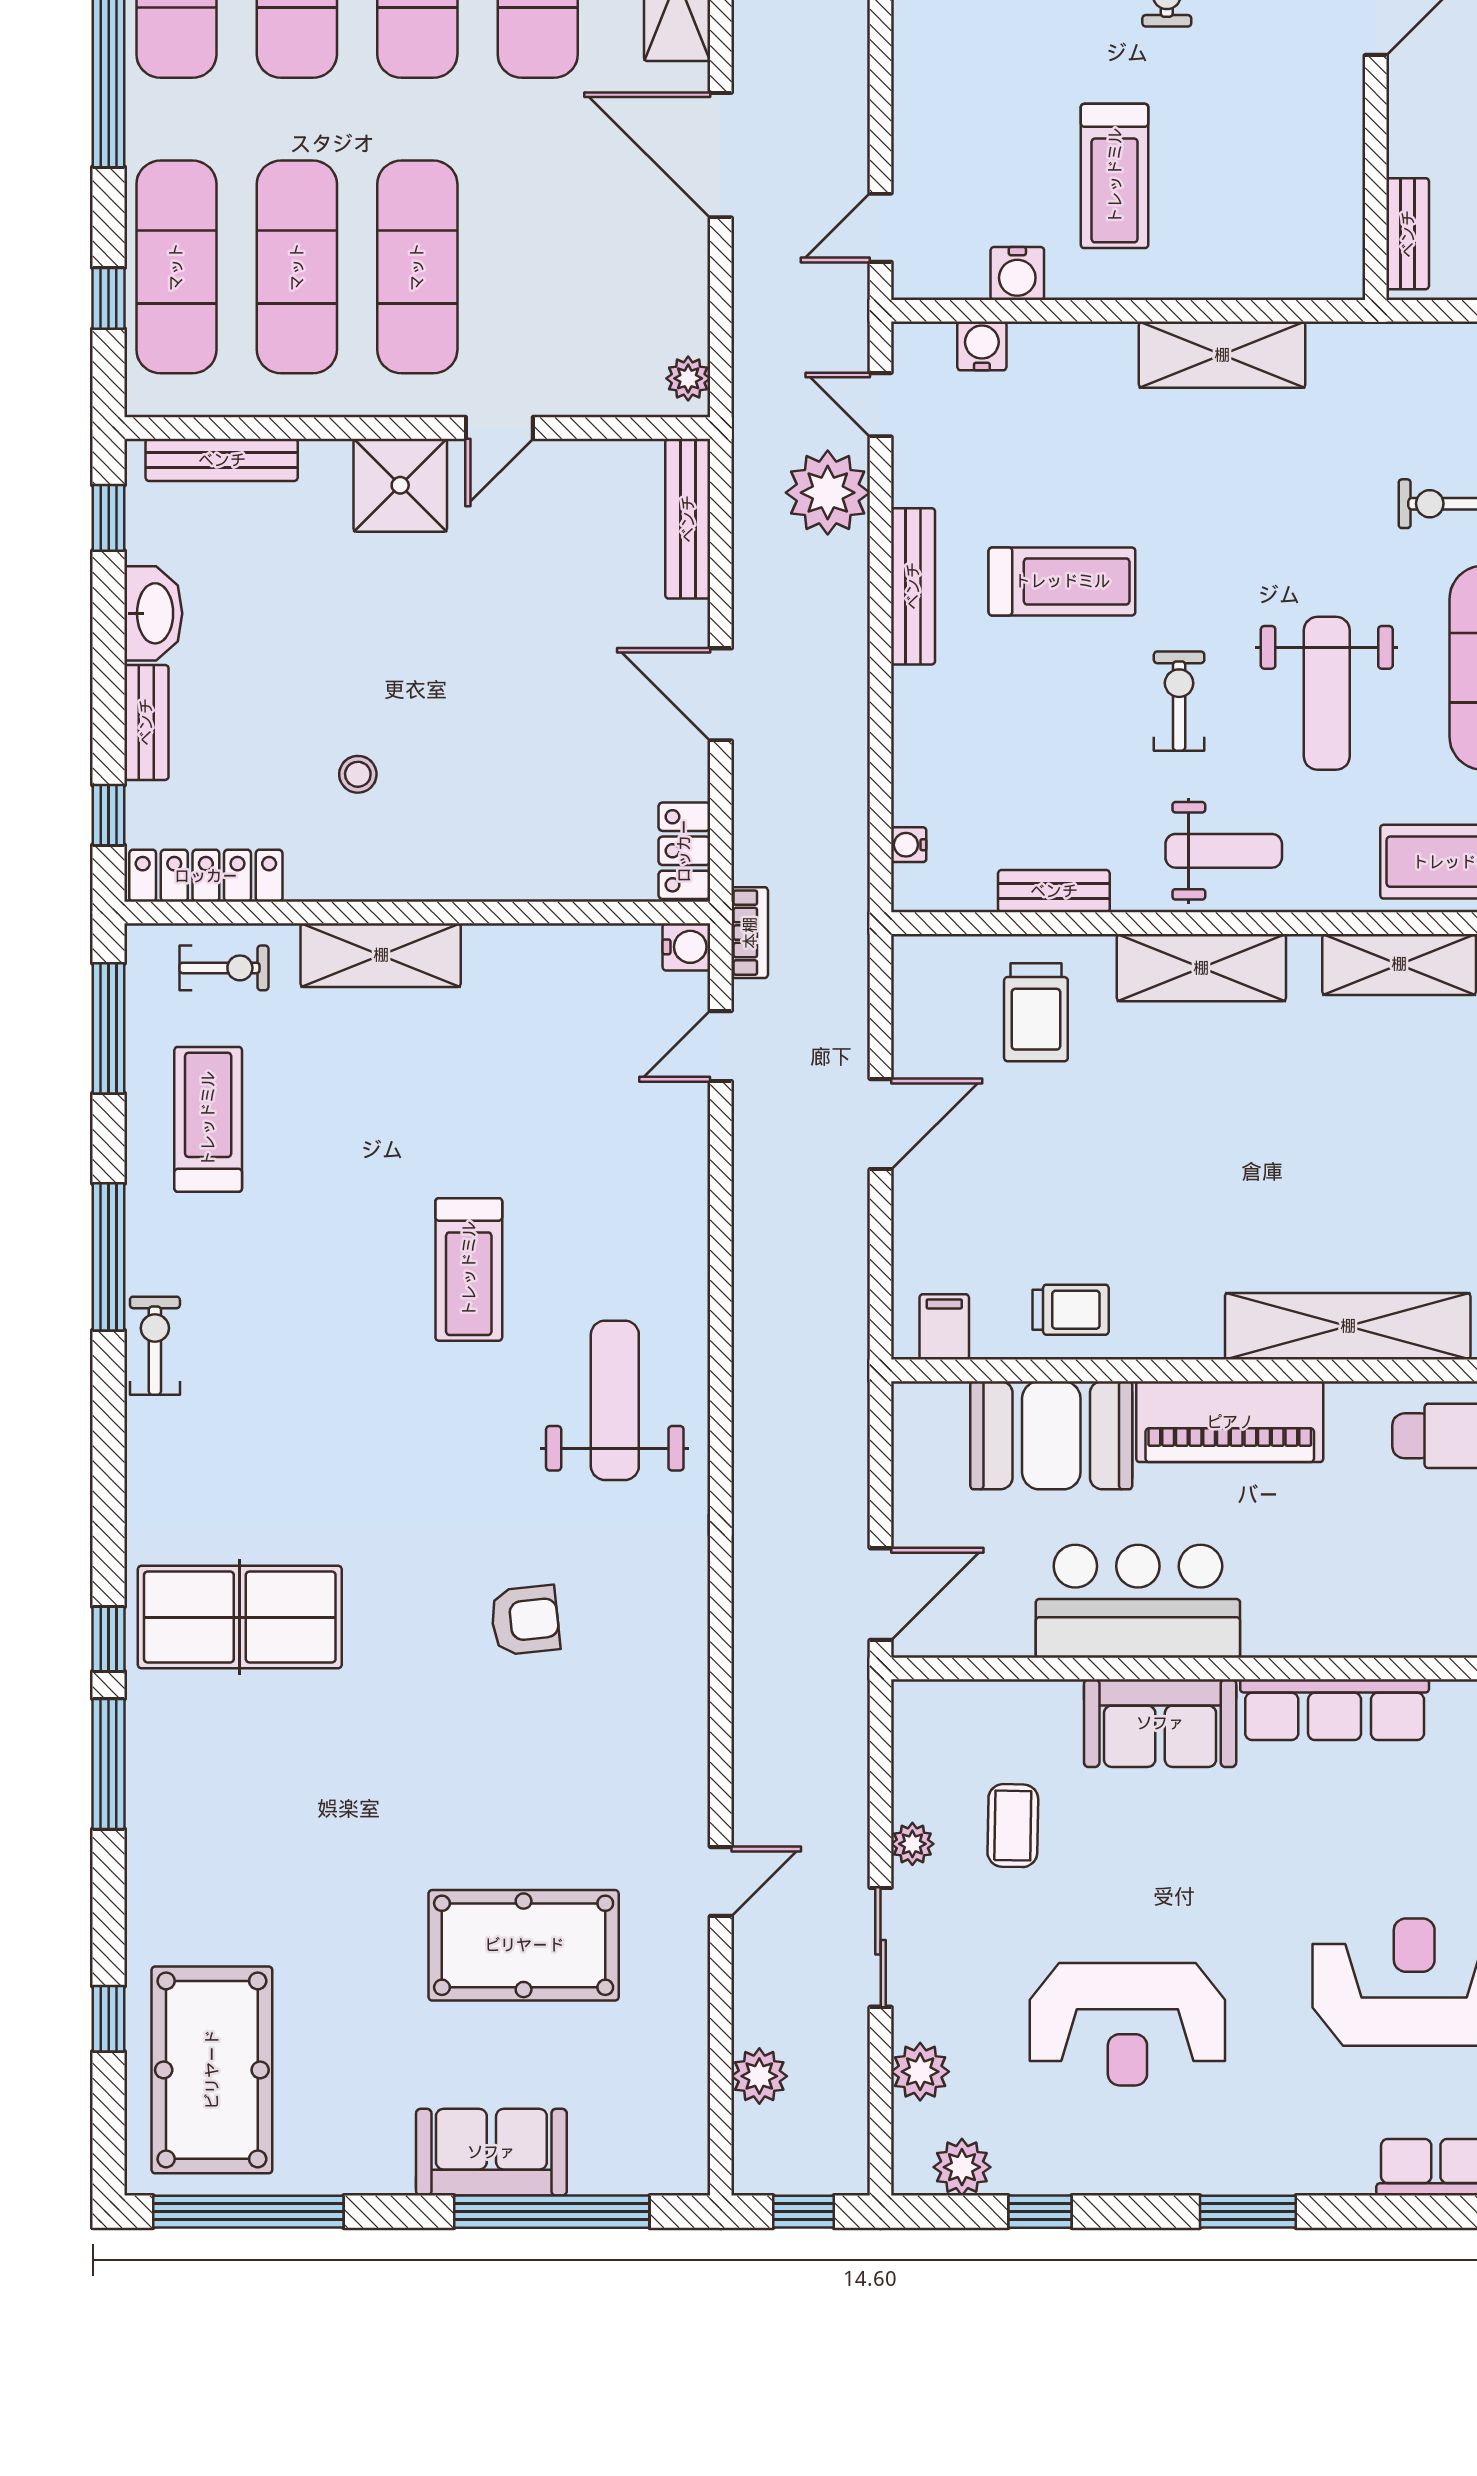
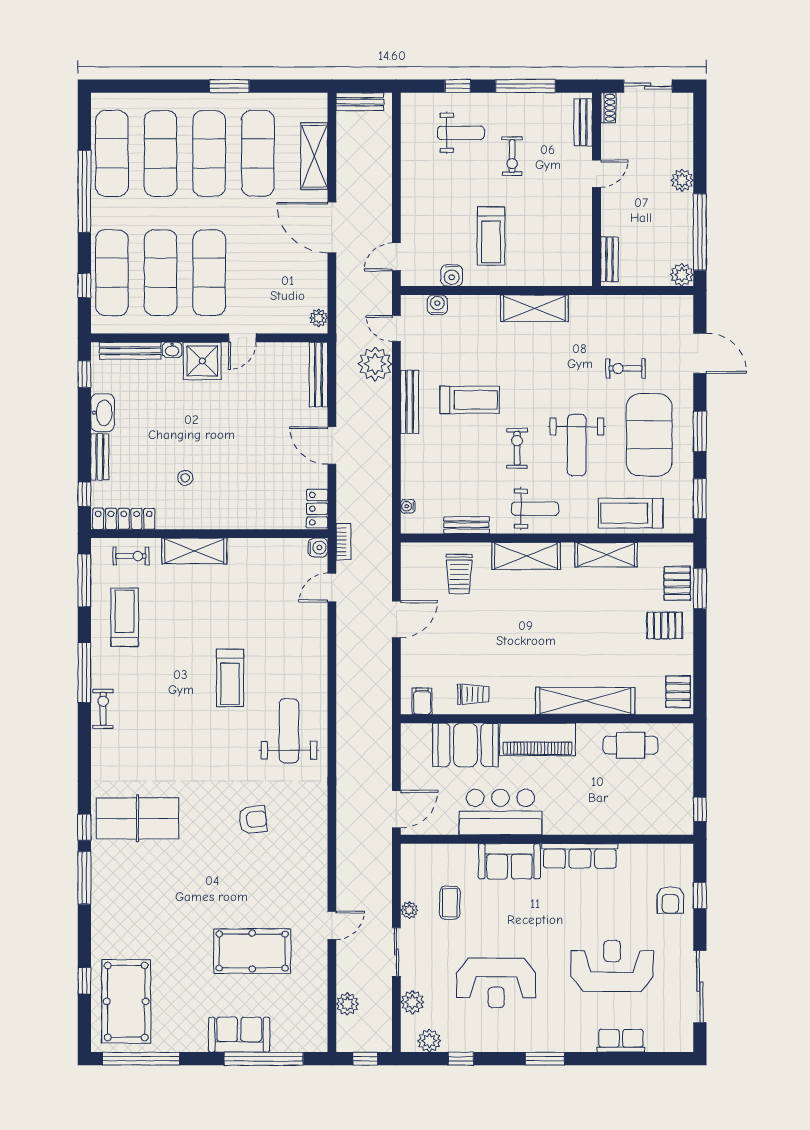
washbasin: (326, 458) -> (172, 350), added

